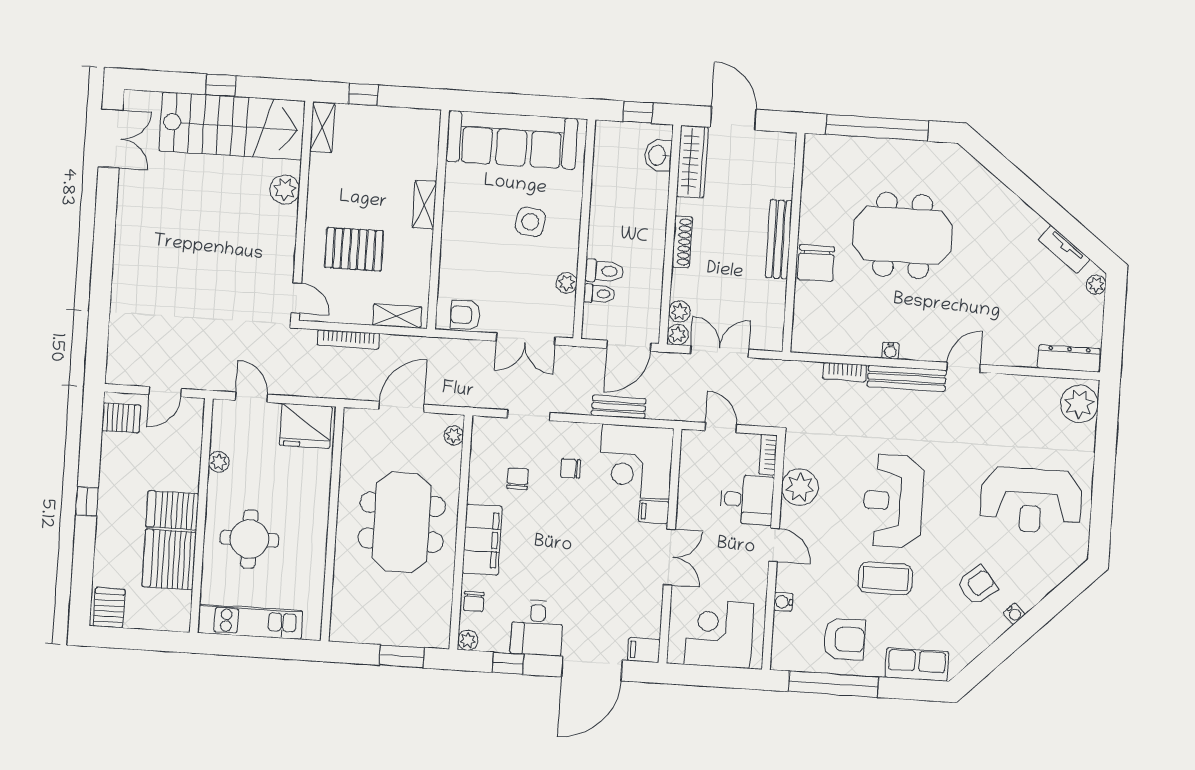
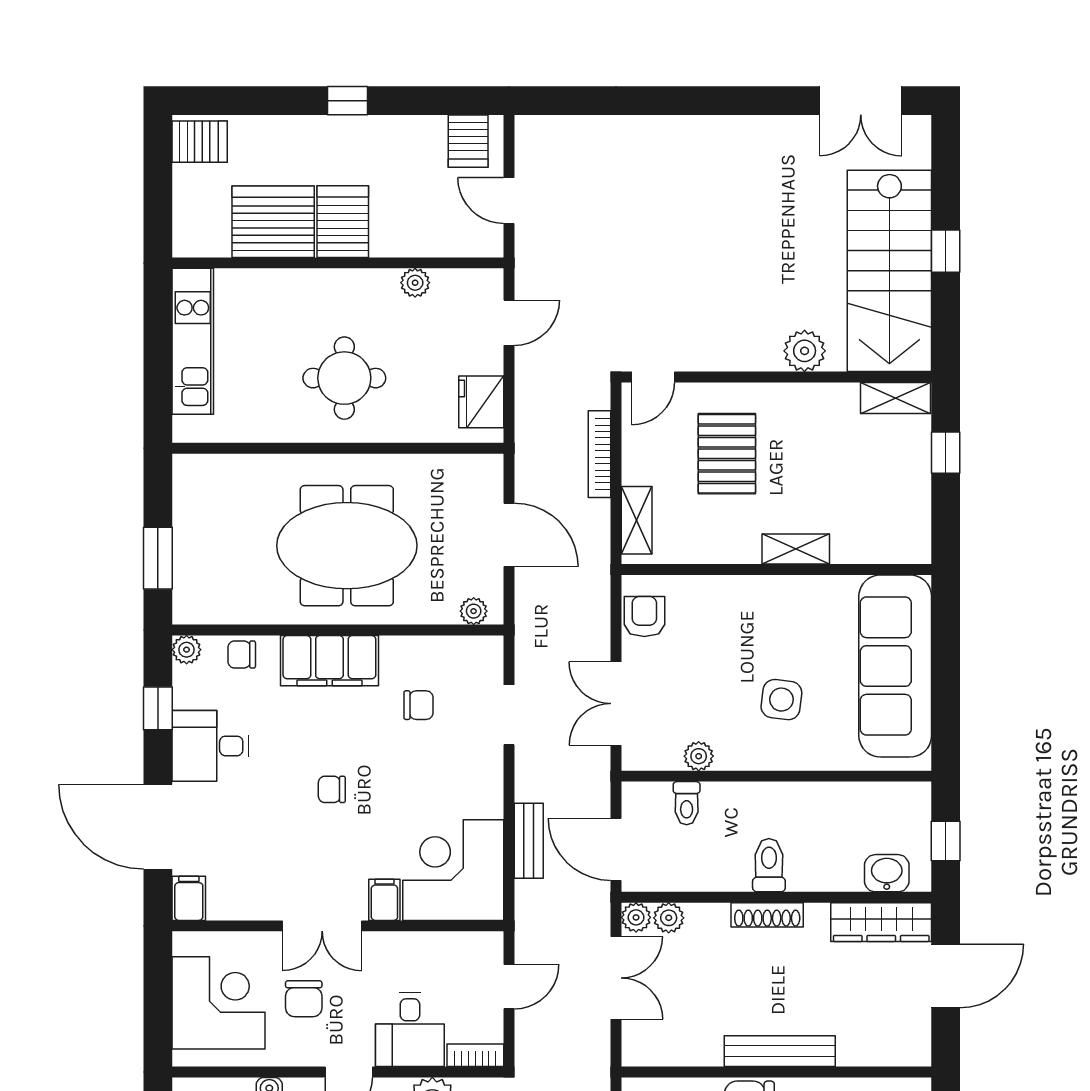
toilet: (604, 271) -> (769, 865), moved, turned 180
fridge: (306, 426) -> (481, 402), width x0.73, depth x0.75
chair: (571, 468) -> (332, 789), moved, turned -90
round table: (249, 539) -> (344, 378), moved
chair: (720, 573) -> (304, 999), added

